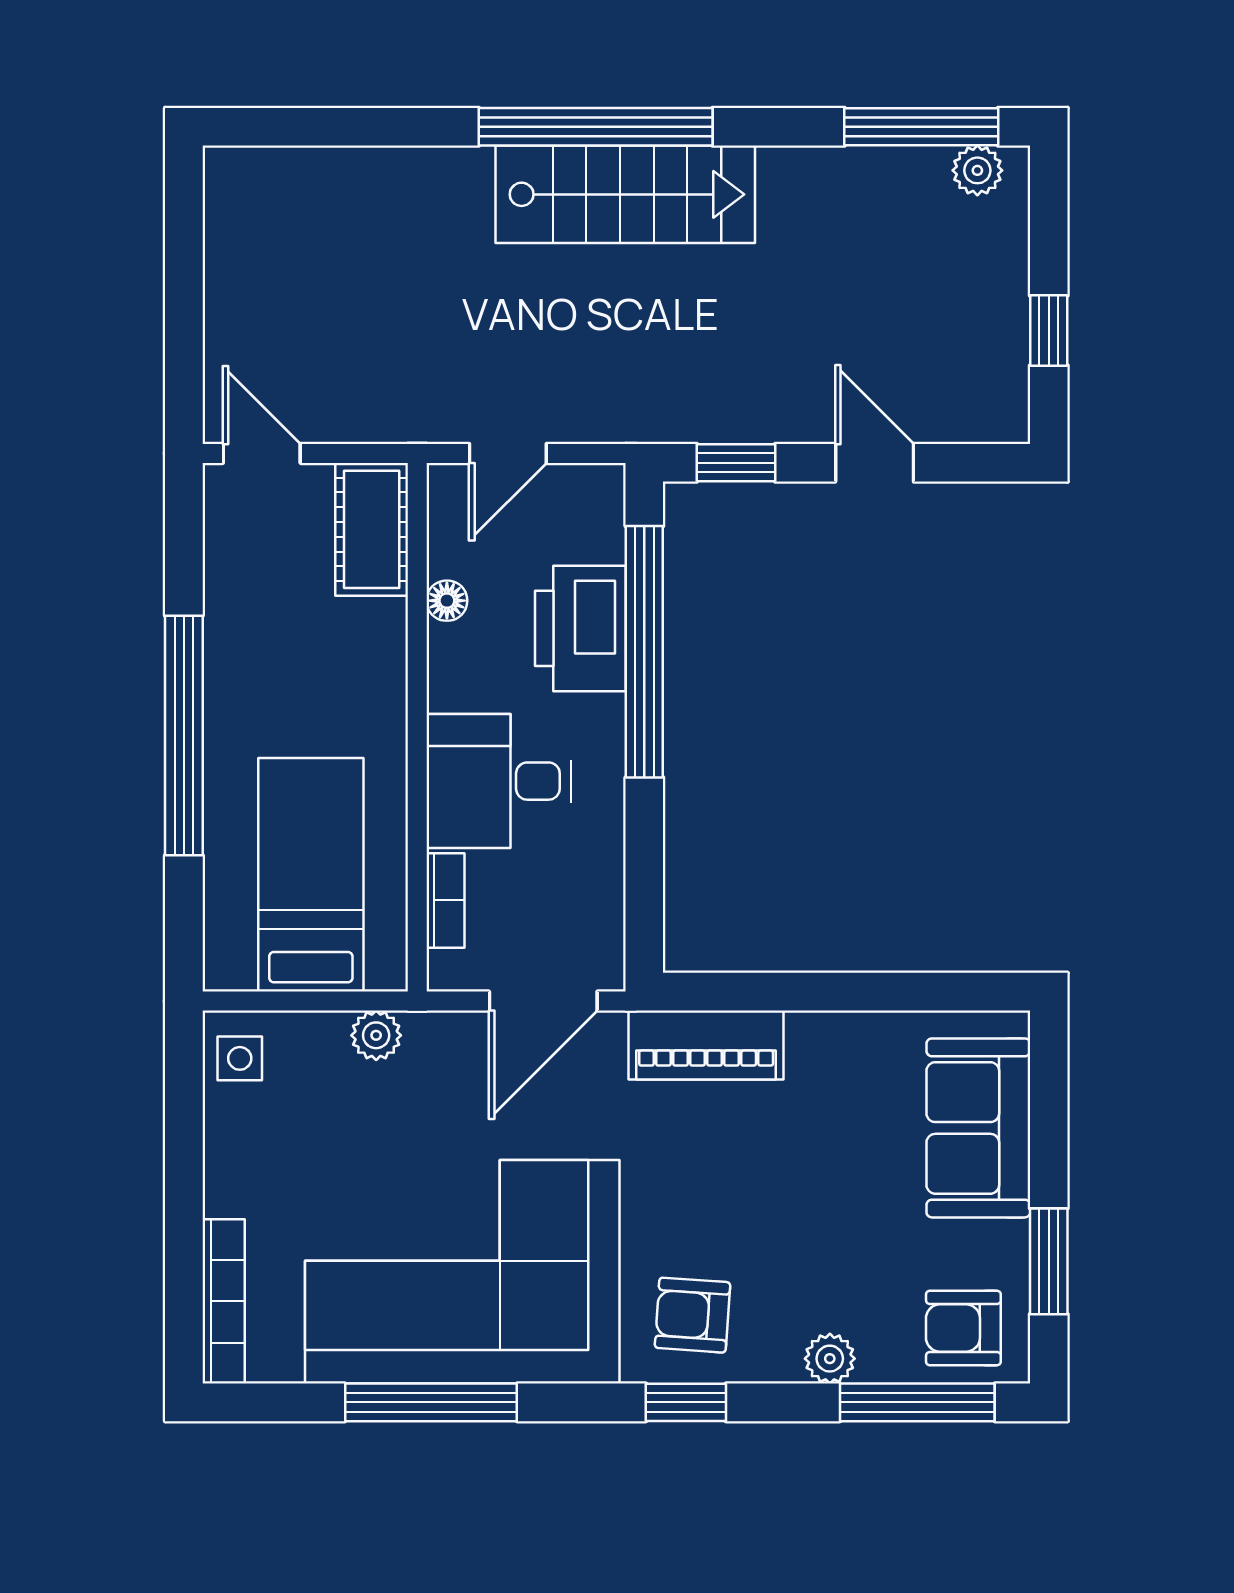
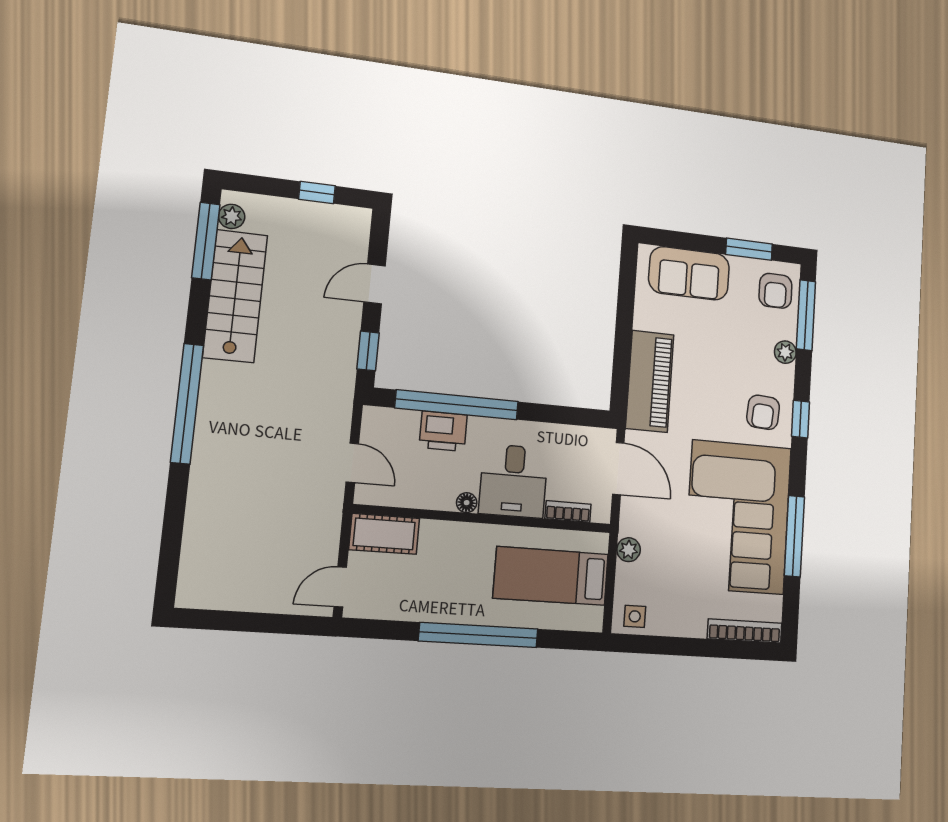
stairs: (625, 194) -> (235, 296), moved
floor lamp: (447, 601) -> (467, 503), moved
printer: (580, 628) -> (443, 431), width x0.73, depth x0.84
piano: (706, 1045) -> (650, 381), width x1.37, depth x1.33

